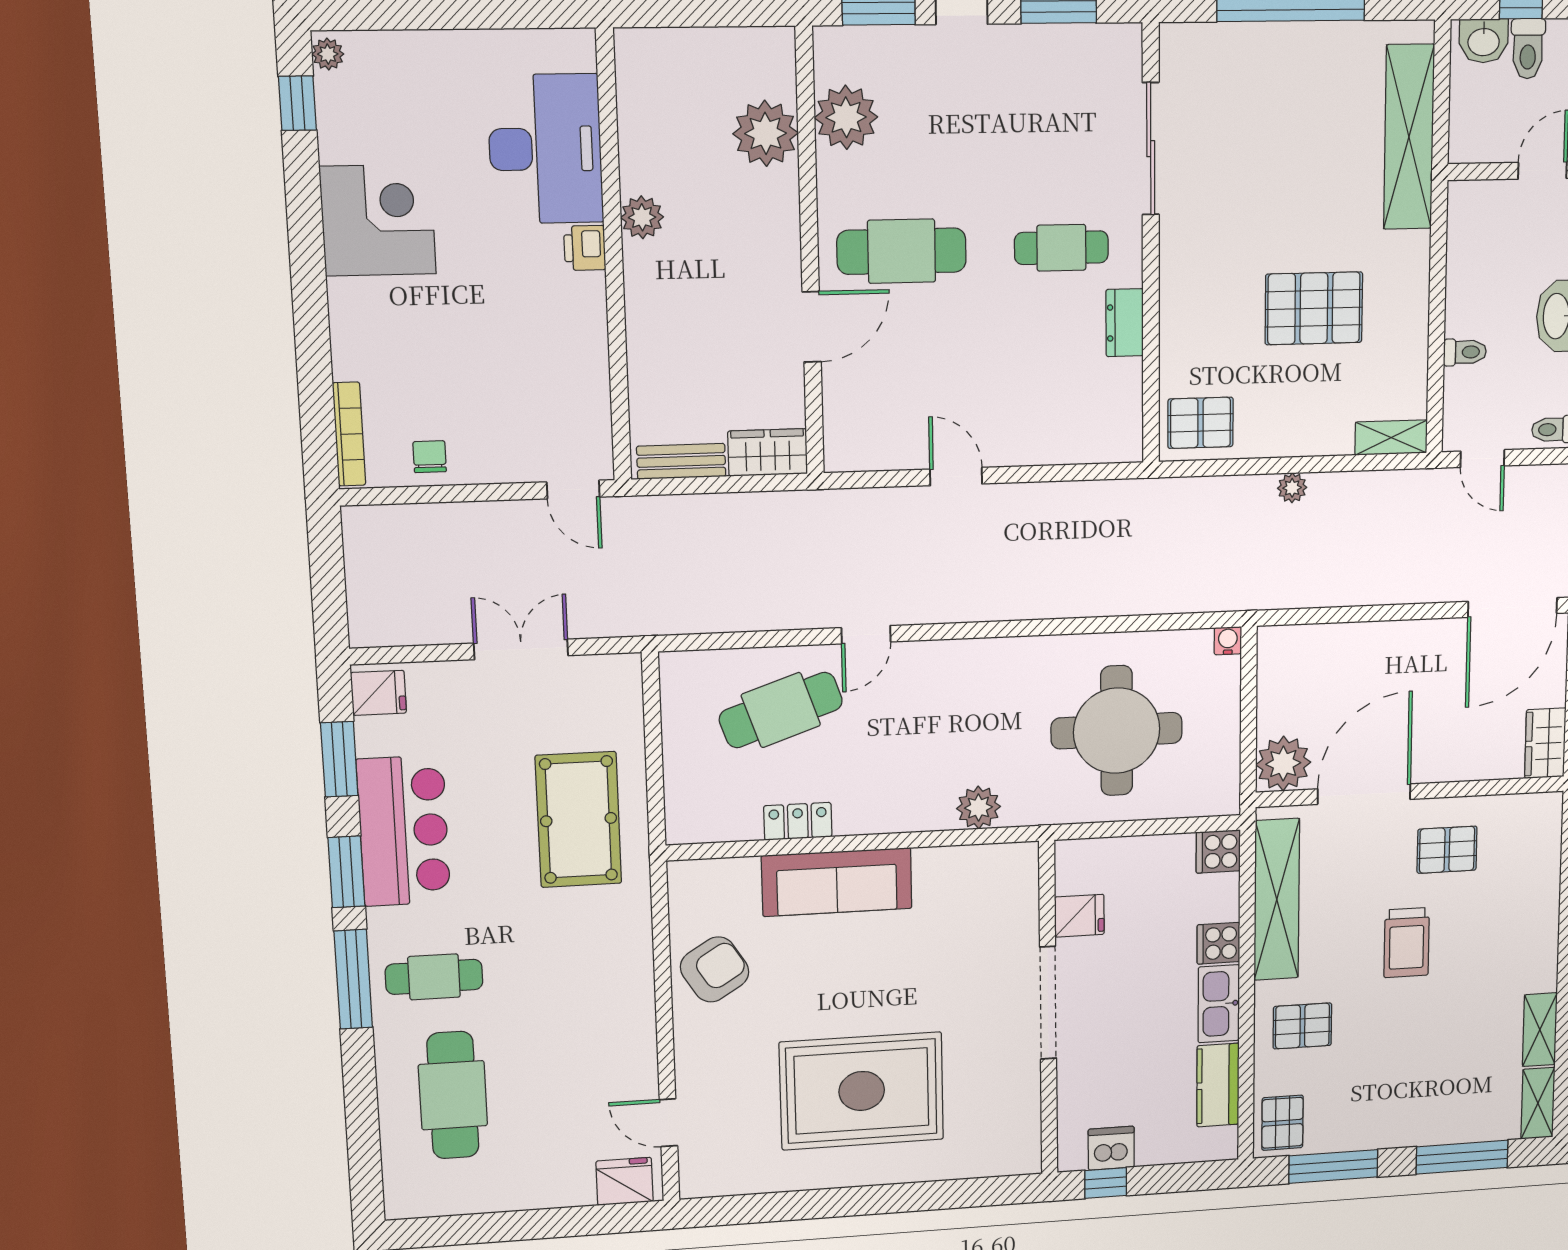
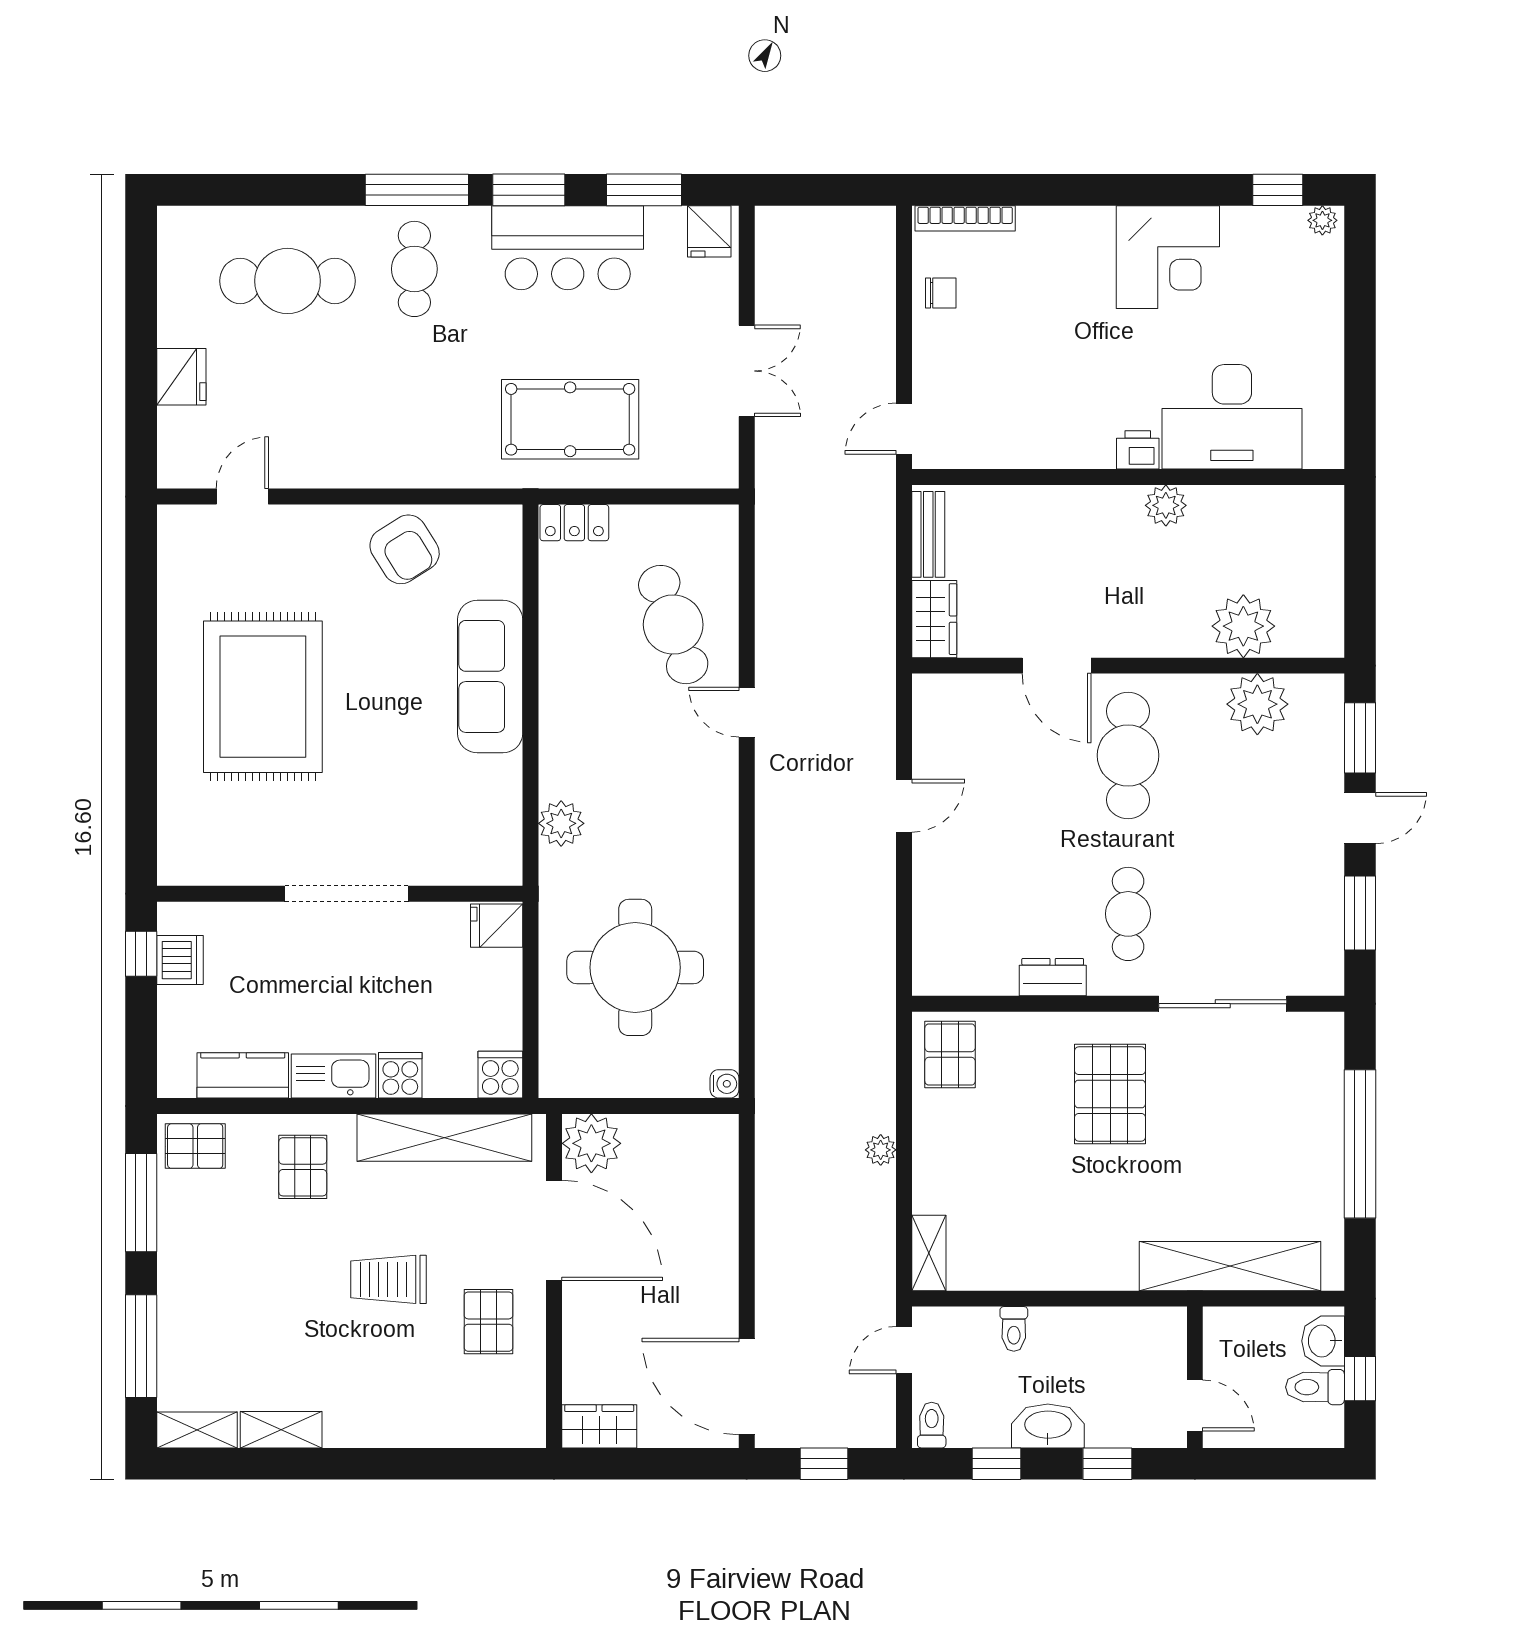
pallet: (1314, 308) -> (1110, 1094), moved
locker: (798, 821) -> (574, 523), moved, turned 90
fridge: (1079, 916) -> (497, 926), moved, turned 90
fridge: (625, 1181) -> (181, 377), moved

